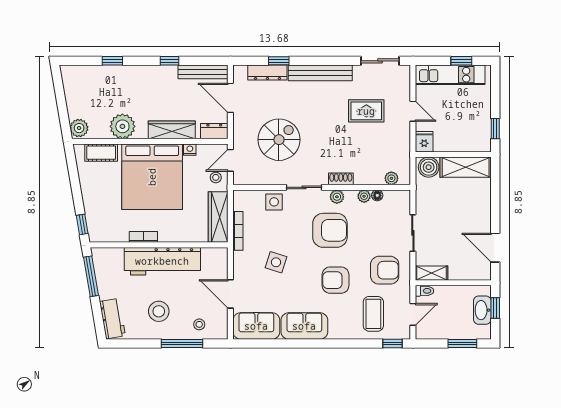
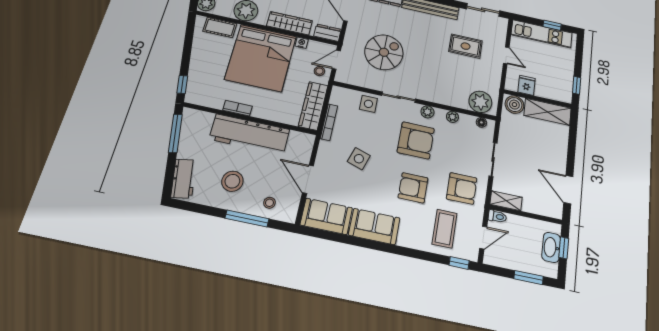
fridge: (424, 142) -> (527, 85), moved
plant: (391, 178) -> (480, 102), width x1.88, depth x1.88
shoe rack: (341, 179) -> (434, 97), removed
floor lamp: (377, 195) -> (481, 122), moved

